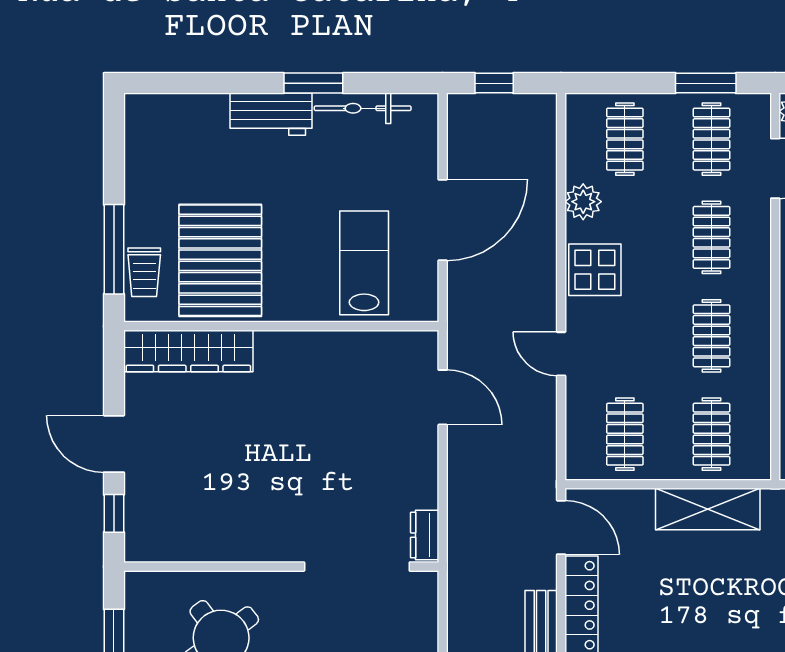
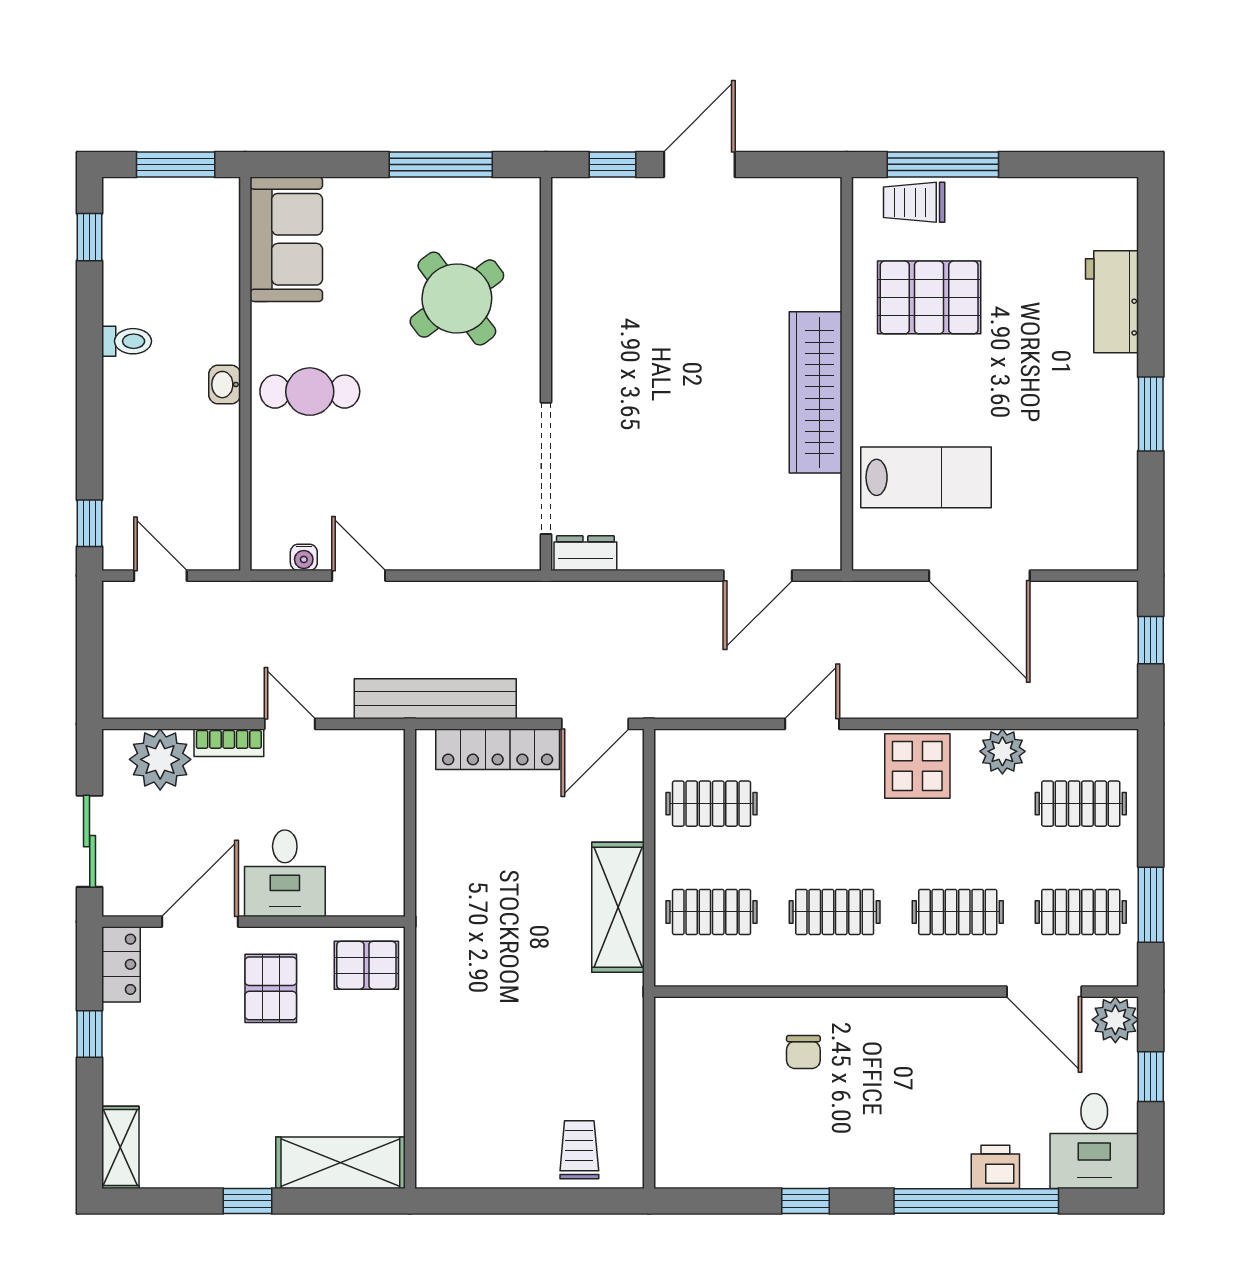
bicycle: (363, 108) -> (1119, 476), removed
workbench: (271, 114) -> (1112, 302), moved
pallet: (220, 260) -> (929, 297), width x0.73, depth x0.71
wardrobe: (188, 351) -> (816, 392), moved

